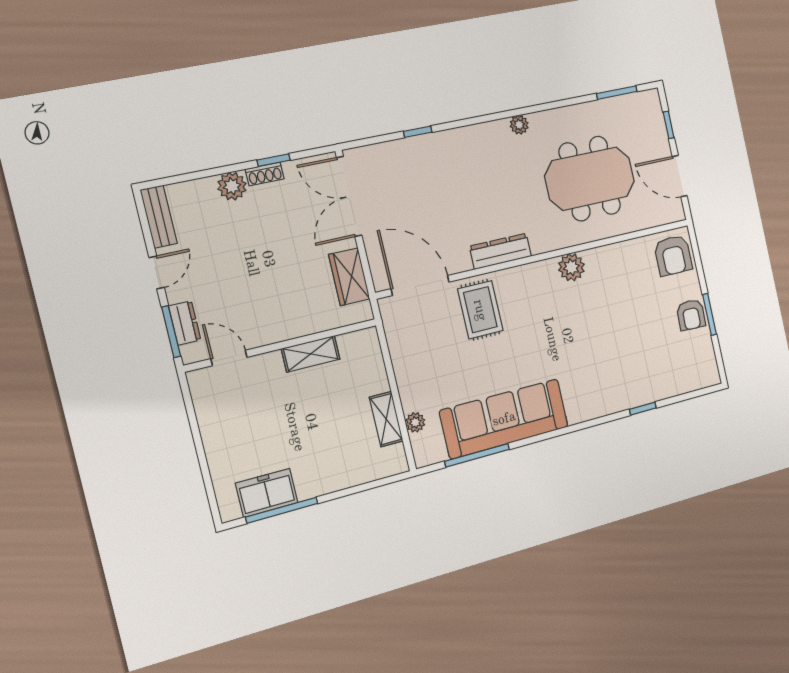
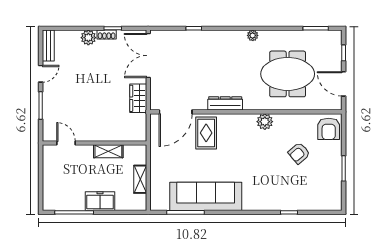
door: (420, 285) -> (176, 112), swing flipped
armchair: (691, 315) -> (299, 153), moved, turned 48
dresser: (185, 323) -> (48, 103), removed
wall: (282, 345) -> (94, 143), moved
shelving: (311, 354) -> (108, 151), moved
door: (229, 358) -> (66, 143), moved
plant: (415, 422) -> (155, 185), removed
freezer: (267, 493) -> (100, 201), moved

